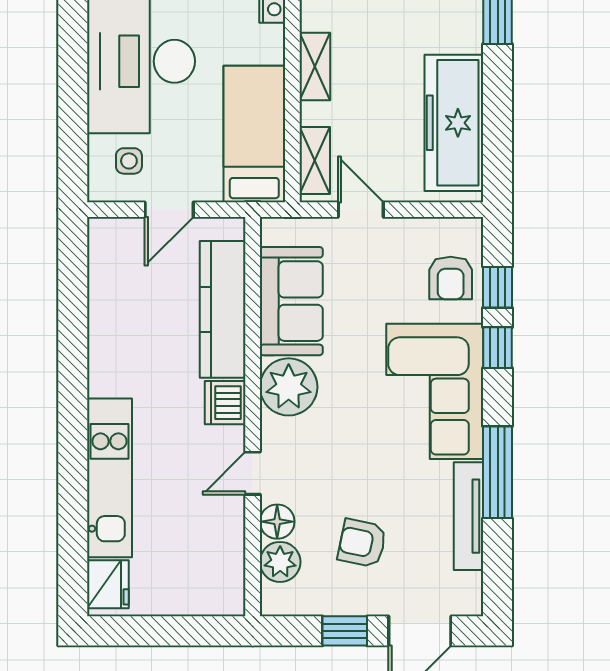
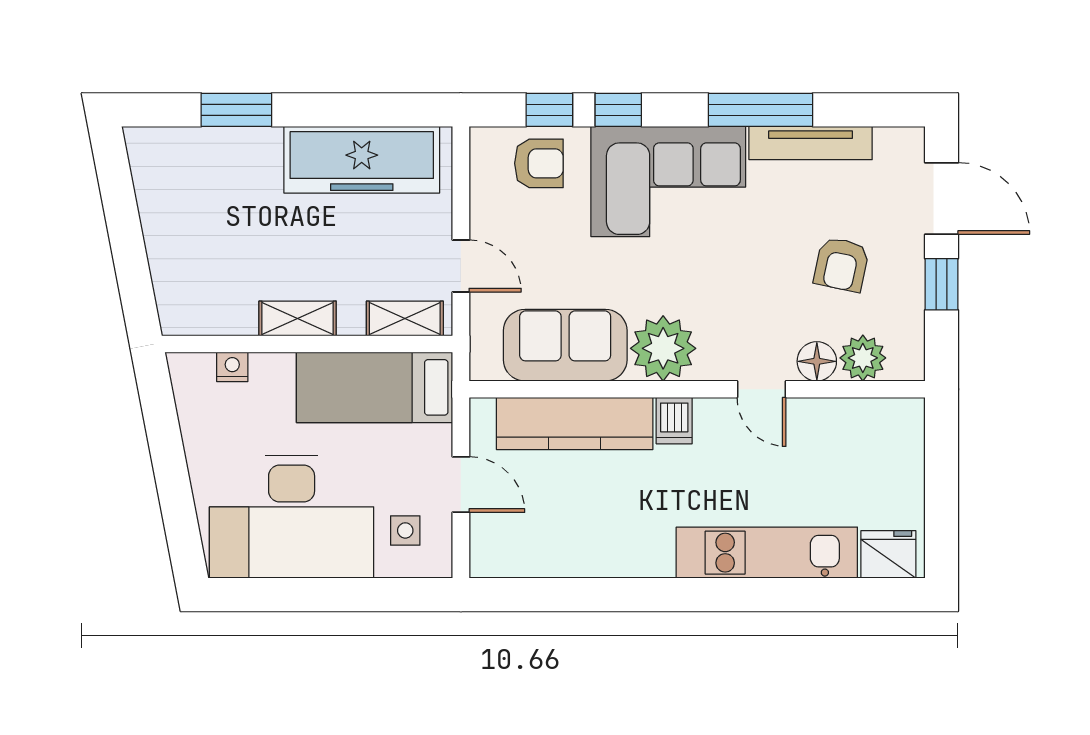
door: (361, 210) -> (461, 266), swing flipped
dishwasher: (225, 403) -> (674, 421), width x0.73

